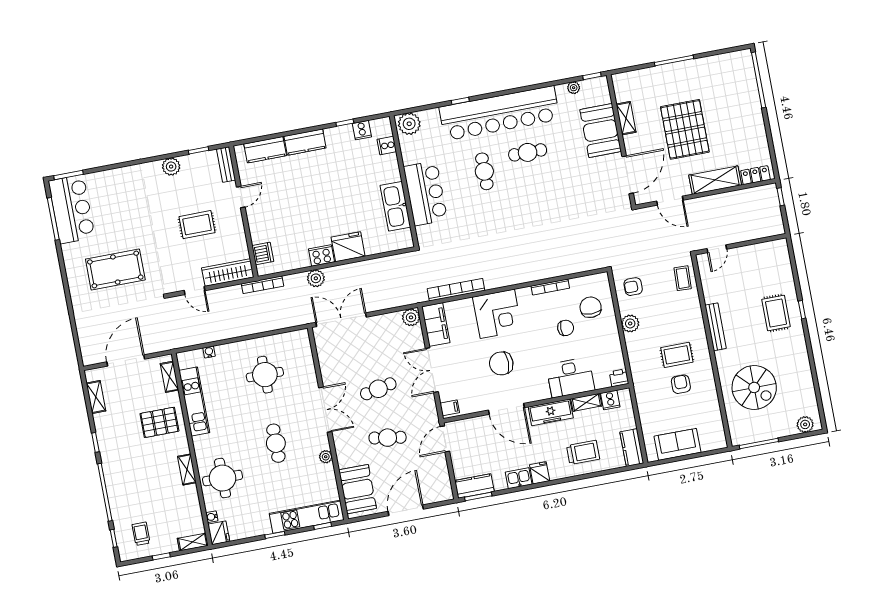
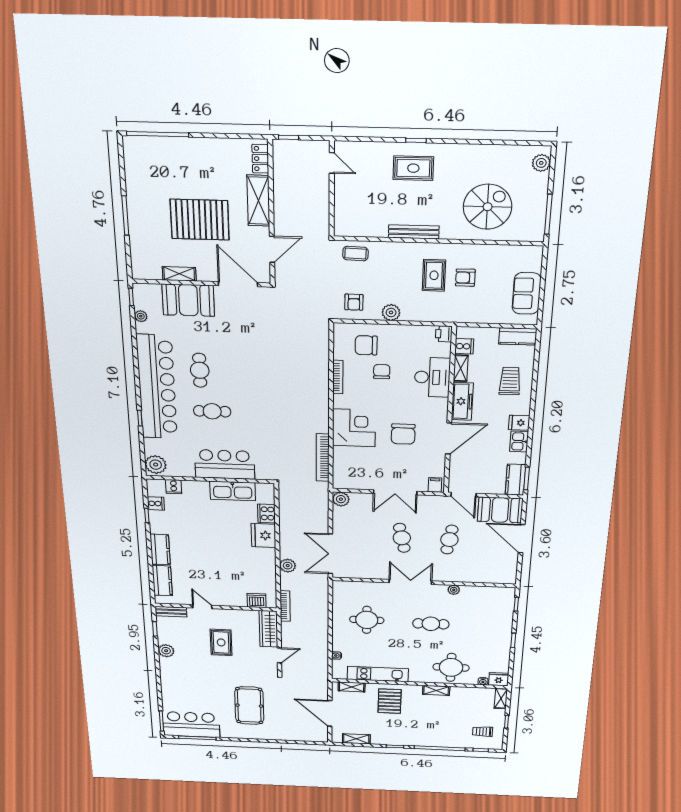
door: (717, 249) -> (332, 163), moved
cooker: (321, 255) -> (266, 513), moved
filing cabinet: (436, 325) -> (352, 481), removed
booth: (358, 489) -> (500, 510), moved
kitchen unit: (307, 517) -> (504, 614), removed

